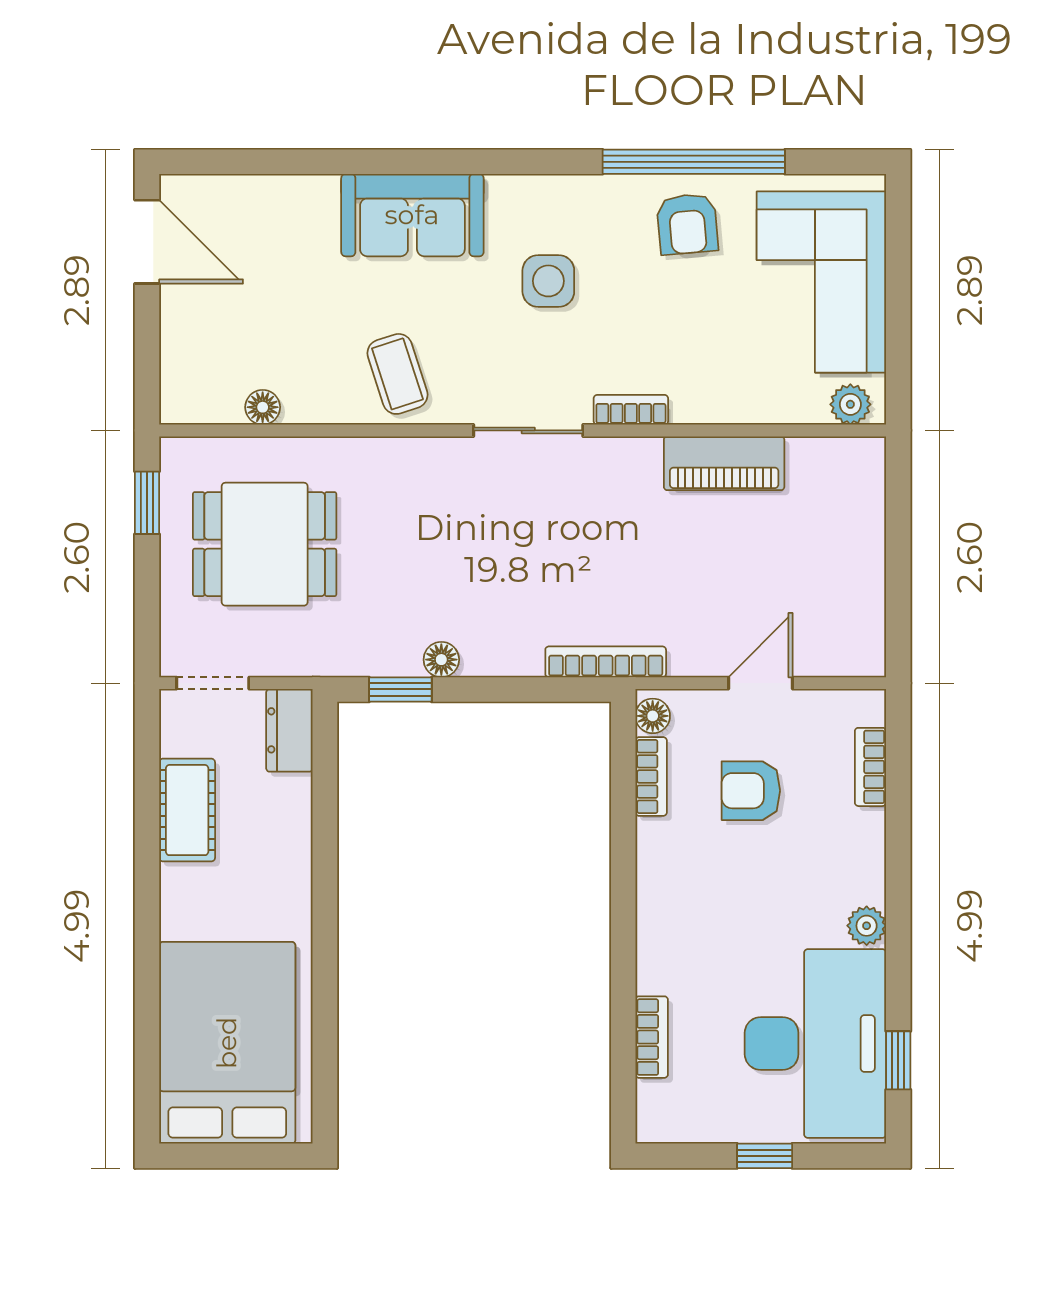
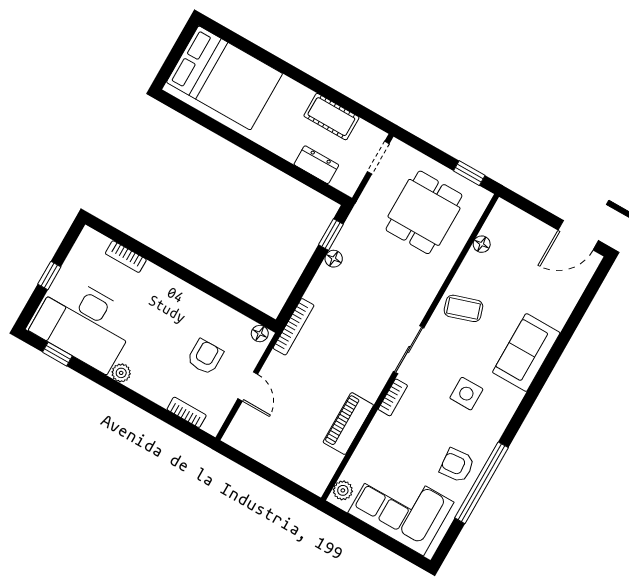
dresser: (289, 730) -> (316, 165), moved
bookcase: (651, 777) -> (235, 318), removed

